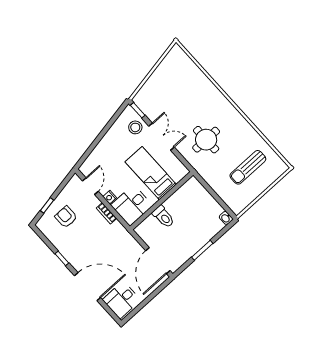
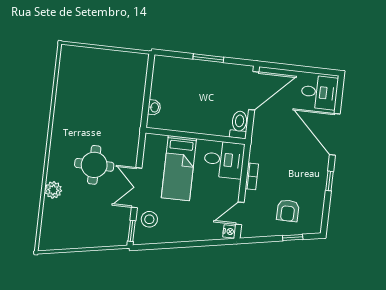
plant: (205, 84) -> (53, 190), added
round table: (206, 140) -> (94, 165), moved
sun lounger: (248, 167) -> (95, 83), removed
nightstand: (110, 197) -> (229, 231), moved
toilet: (163, 217) -> (239, 125), moved
washbasin: (226, 218) -> (154, 107), moved

